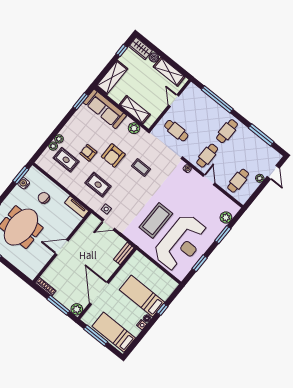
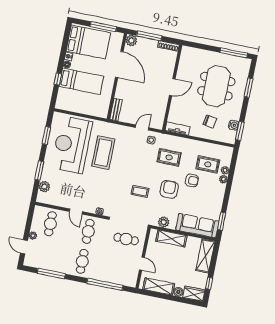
bed: (114, 332) -> (88, 42), width x1.50

